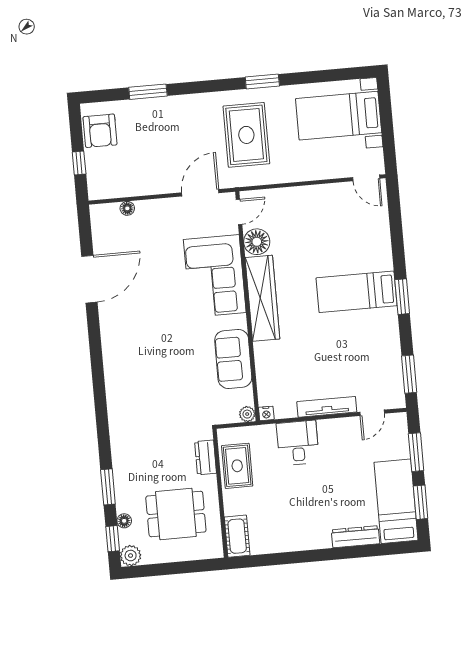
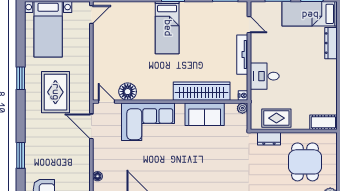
rug: (246, 135) -> (55, 92), turned 90
wardrobe: (262, 298) -> (202, 91), moved

